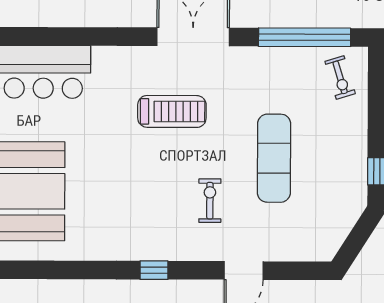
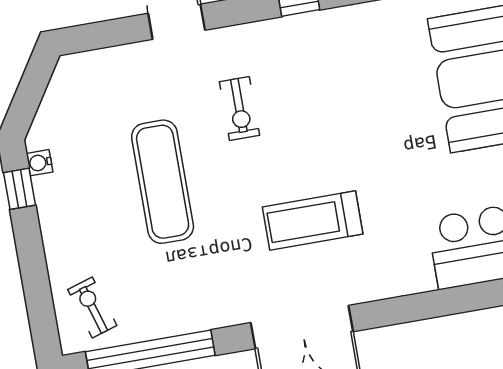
water cooler: (359, 187) -> (40, 163), added

